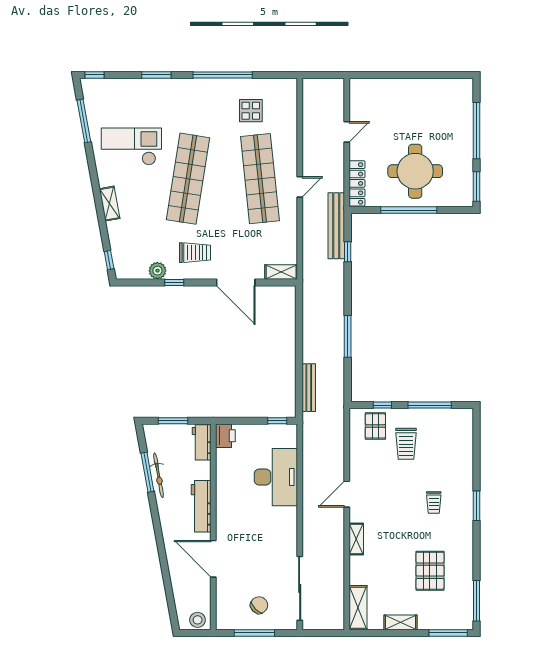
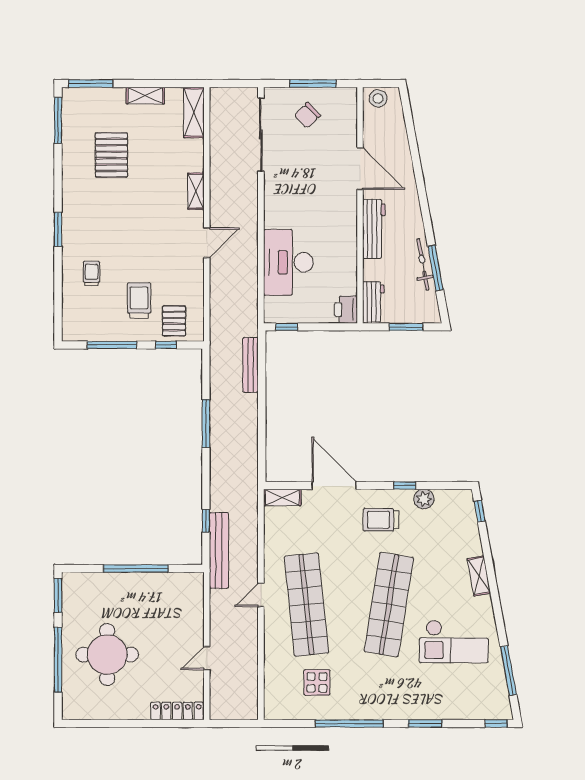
round table: (415, 171) -> (107, 655), moved
locker: (357, 183) -> (177, 711), moved, turned 90
trolley: (434, 503) -> (91, 274), moved

